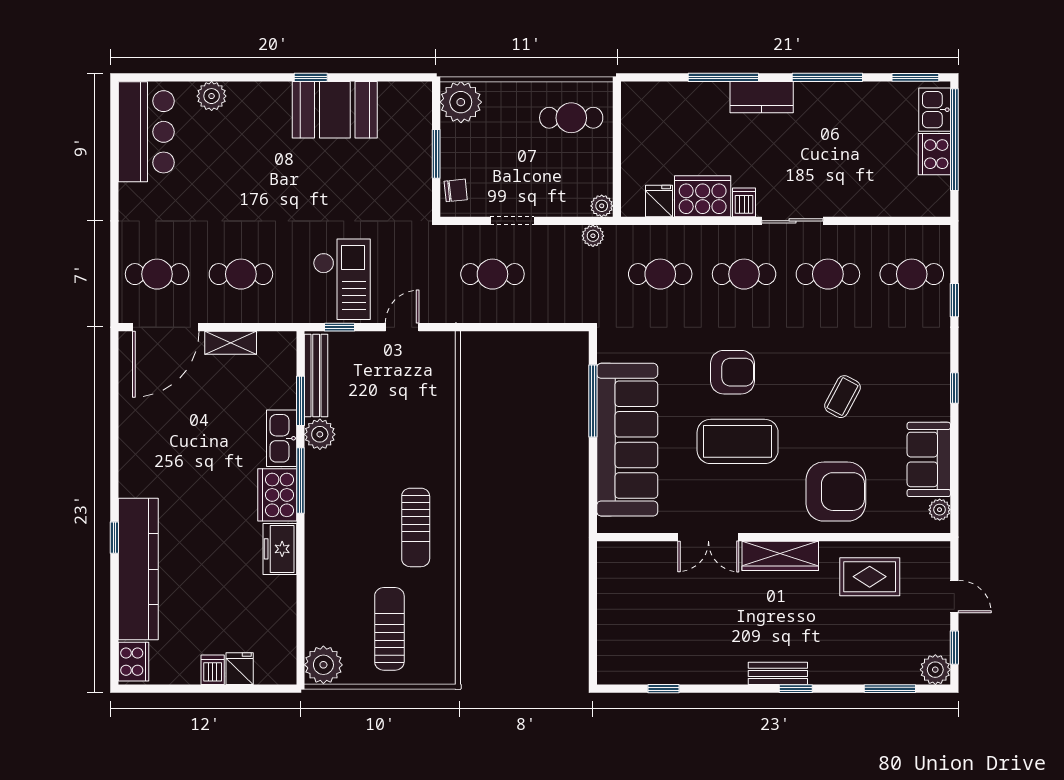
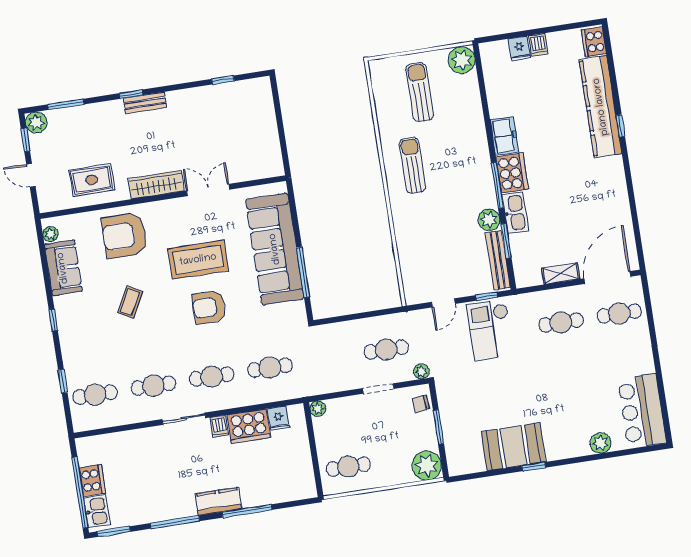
plant: (593, 236) -> (421, 371), moved
sun lounger: (389, 629) -> (420, 92), turned 180

